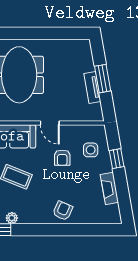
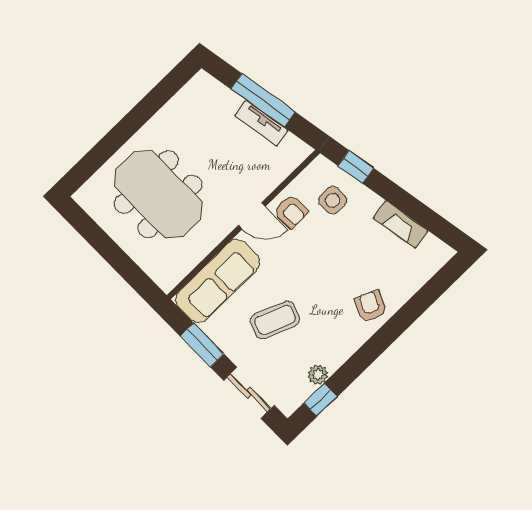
window: (103, 79) -> (263, 100), width x1.44
armchair: (62, 158) -> (291, 212), moved
window: (117, 159) -> (356, 167), moved

